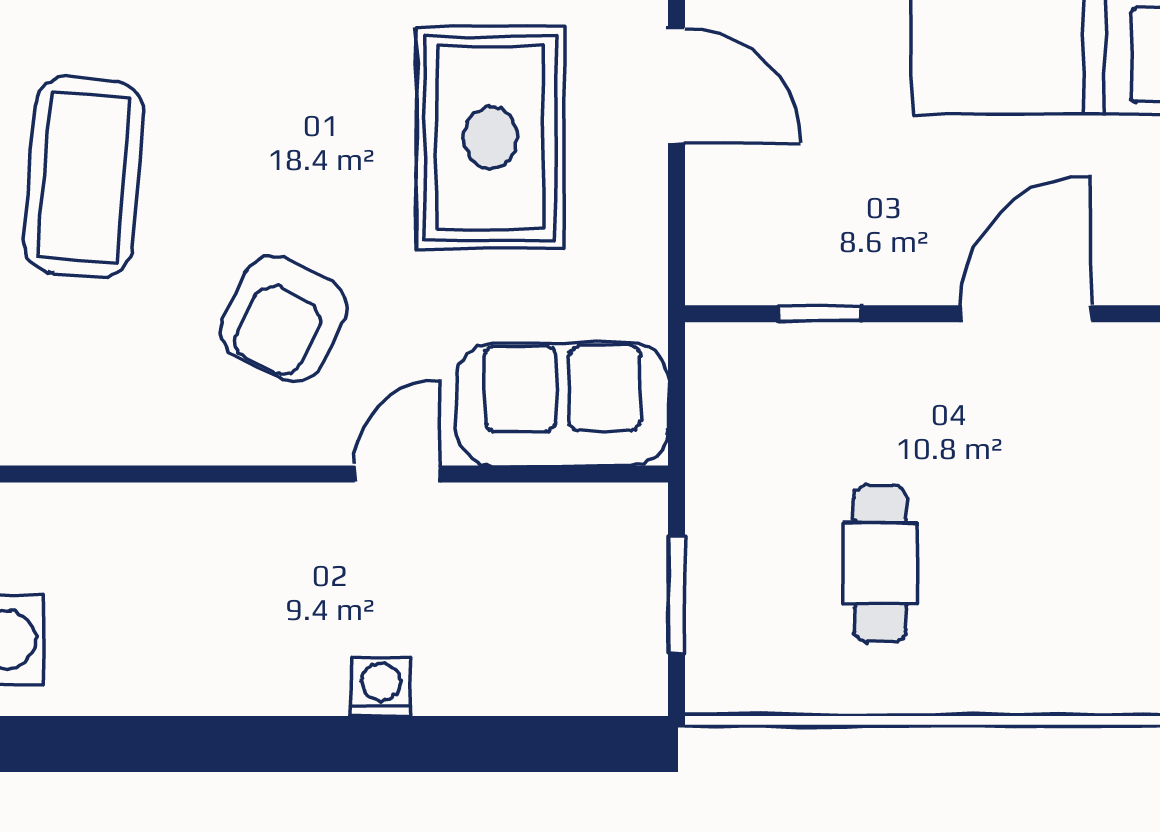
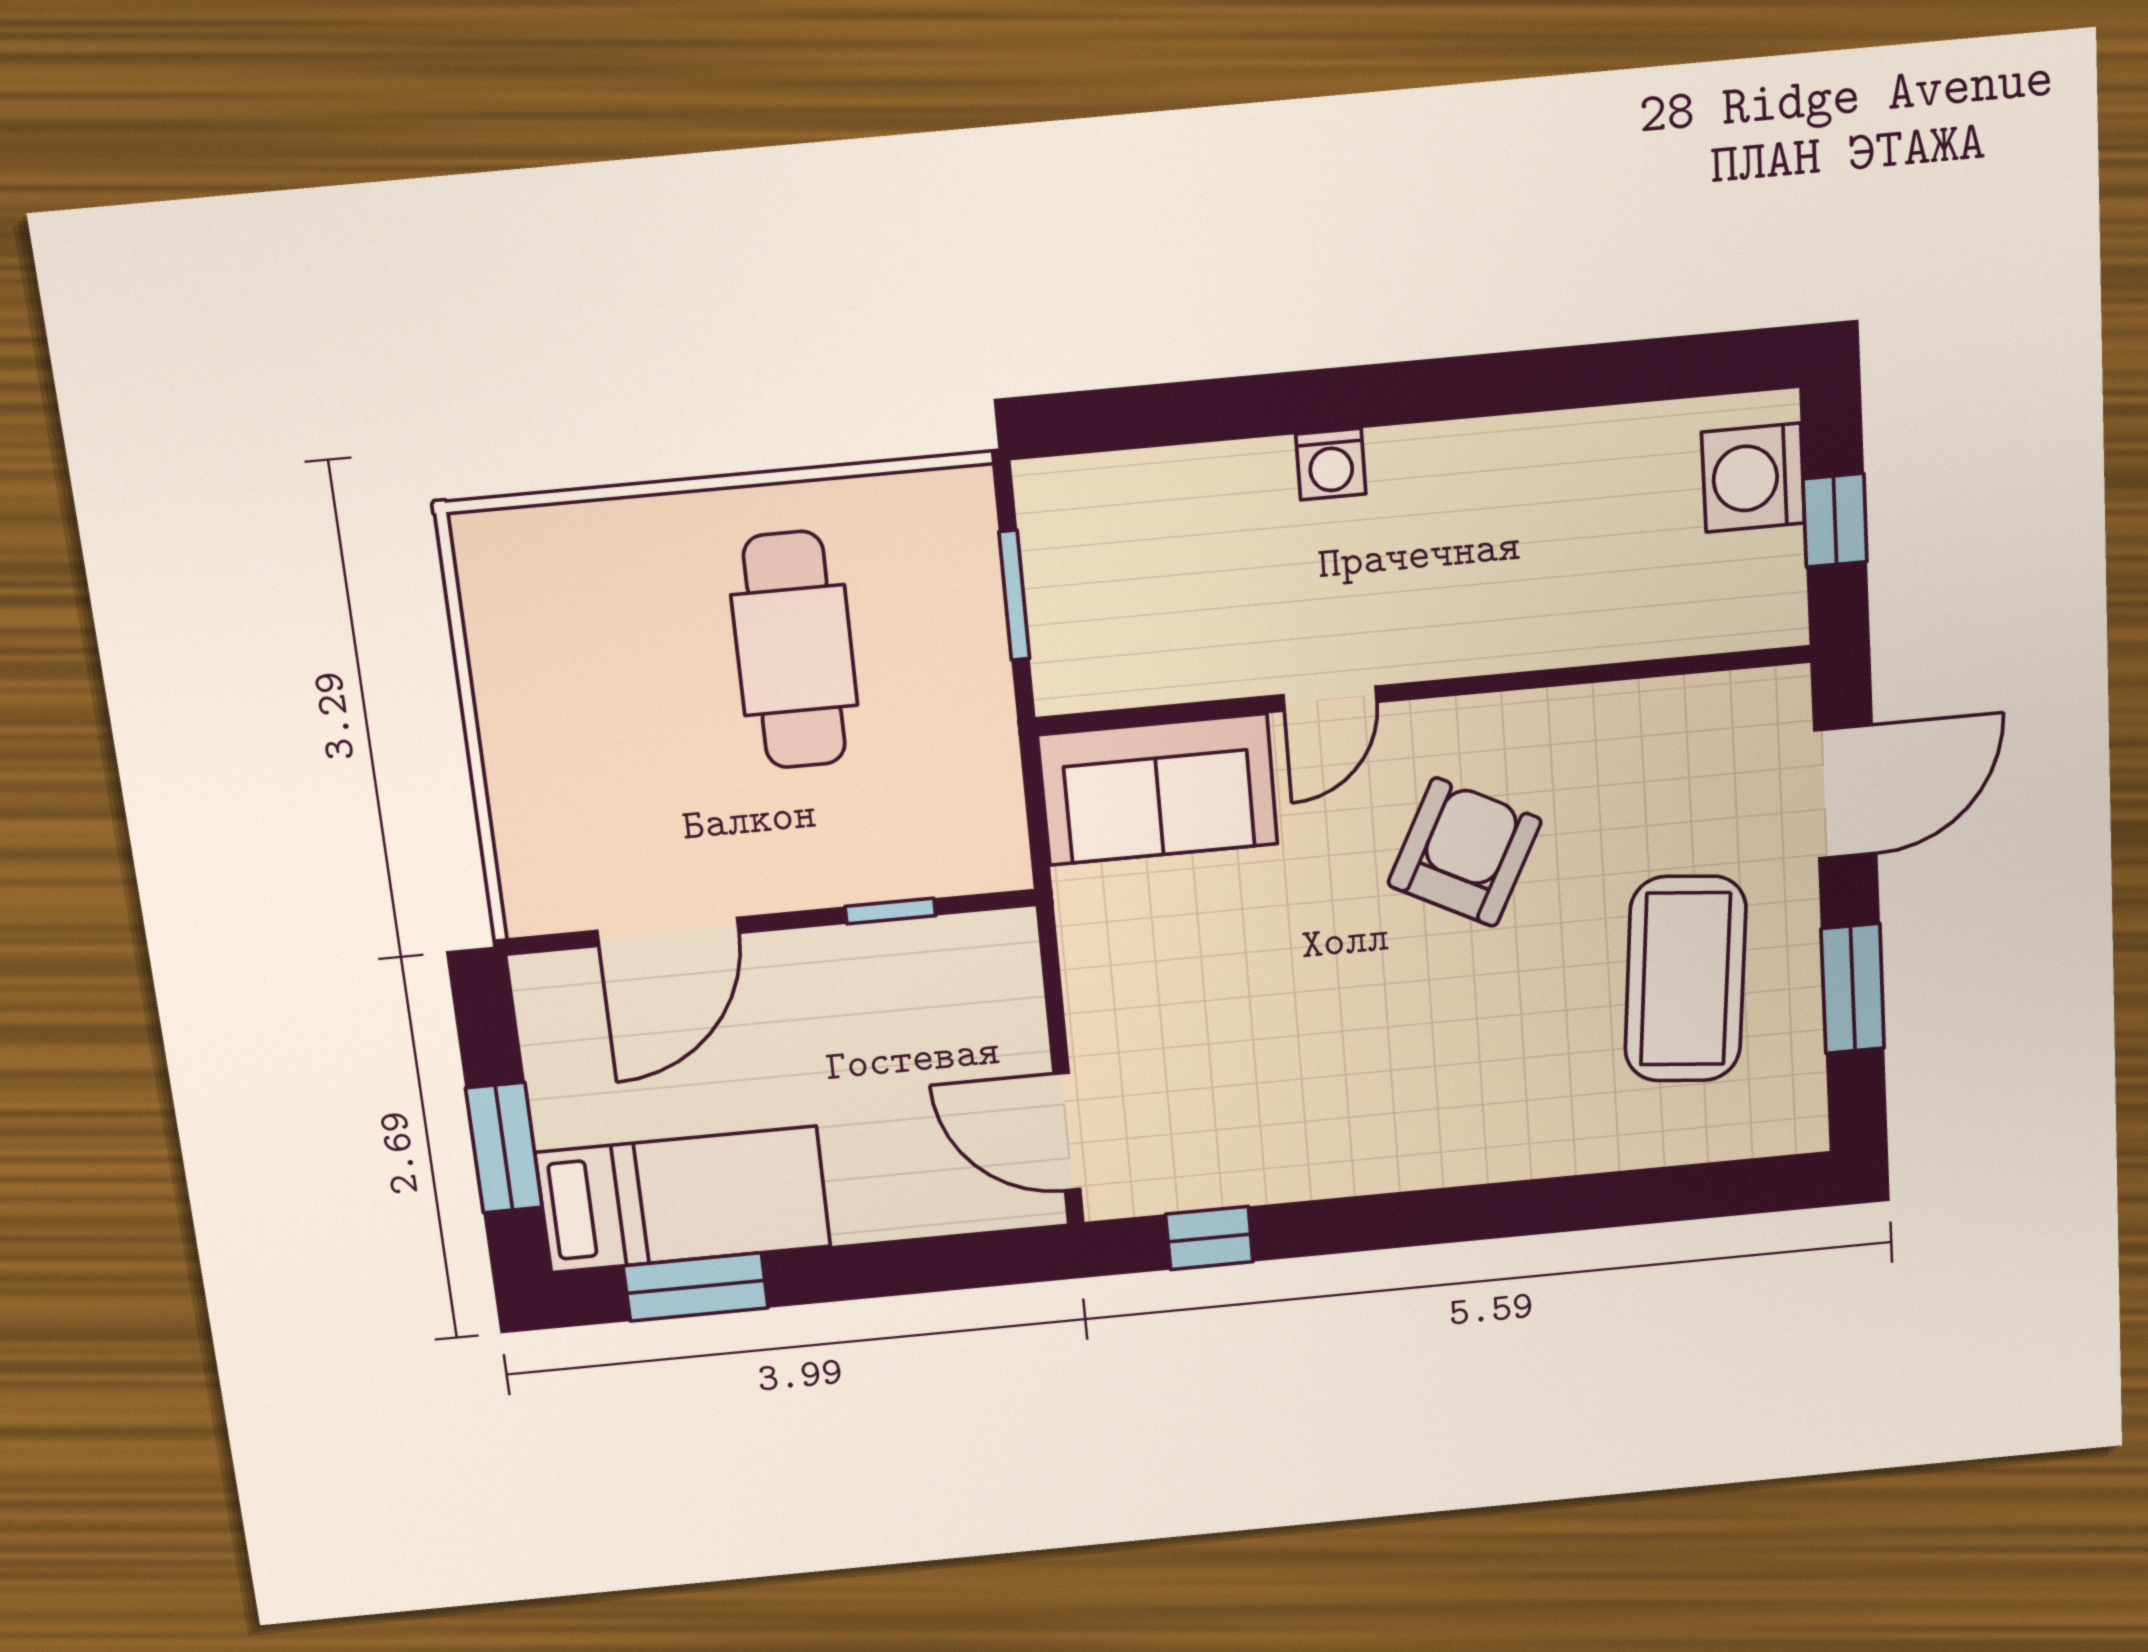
rug: (490, 138) -> (1259, 1060), removed
cafe table: (880, 564) -> (794, 650), width x1.37, depth x1.35

